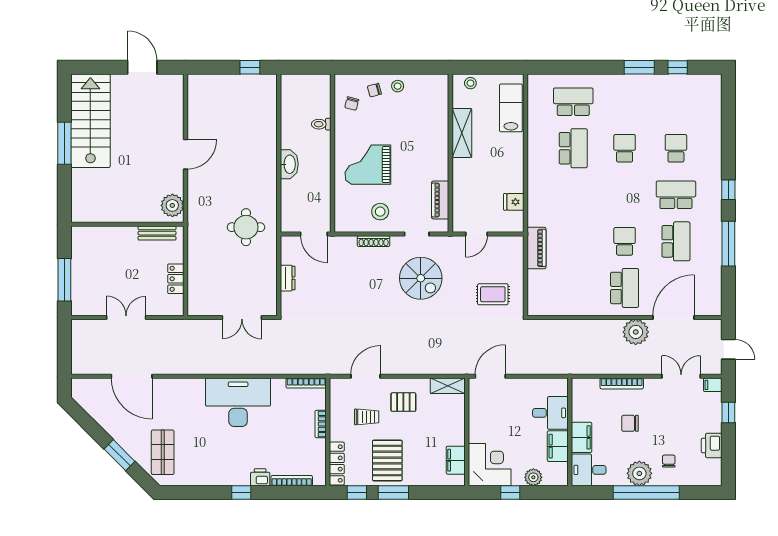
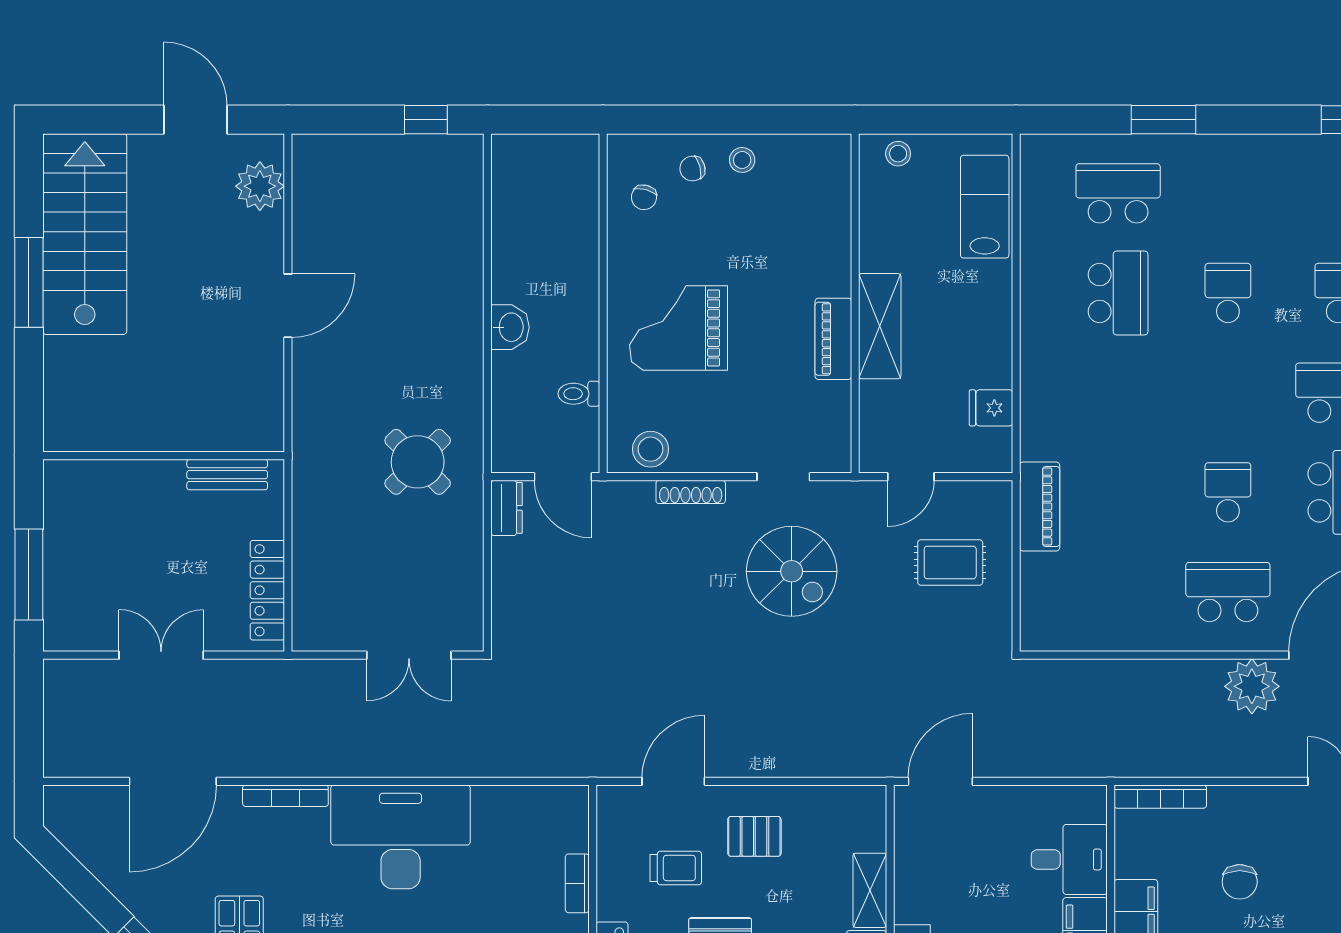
window: (639, 67) -> (1163, 120), moved
toilet: (321, 124) -> (579, 394), moved
shelving: (462, 133) -> (880, 326), moved
washbasin: (289, 164) -> (510, 327), width x0.72
piano: (440, 200) -> (833, 339), moved
plant: (172, 205) -> (260, 186), moved
stool: (380, 212) -> (651, 449), moved
round table: (246, 227) -> (418, 462), turned 45
dresser: (288, 278) -> (507, 508), moved
locker: (176, 279) -> (267, 590), width x1.53
school desk: (625, 288) -> (1228, 592), turned -90
rug: (493, 294) -> (950, 562), moved
door: (132, 376) -> (173, 781), hinge flipped
bookcase: (306, 383) -> (285, 796), moved
bookcase: (622, 383) -> (1160, 797), moved
shelving: (448, 386) -> (870, 890), moved, turned 90
chair: (630, 423) -> (1240, 882), turned -90

